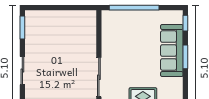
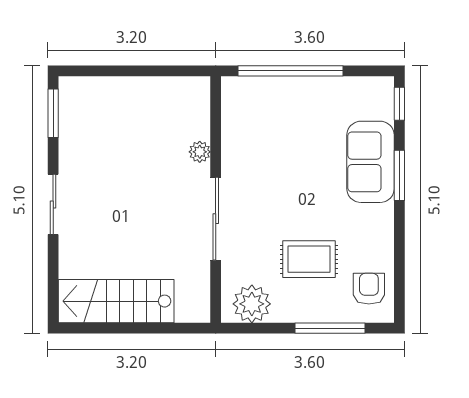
plant: (91, 46) -> (200, 152), added
sofa: (172, 51) -> (371, 162), width x0.73

